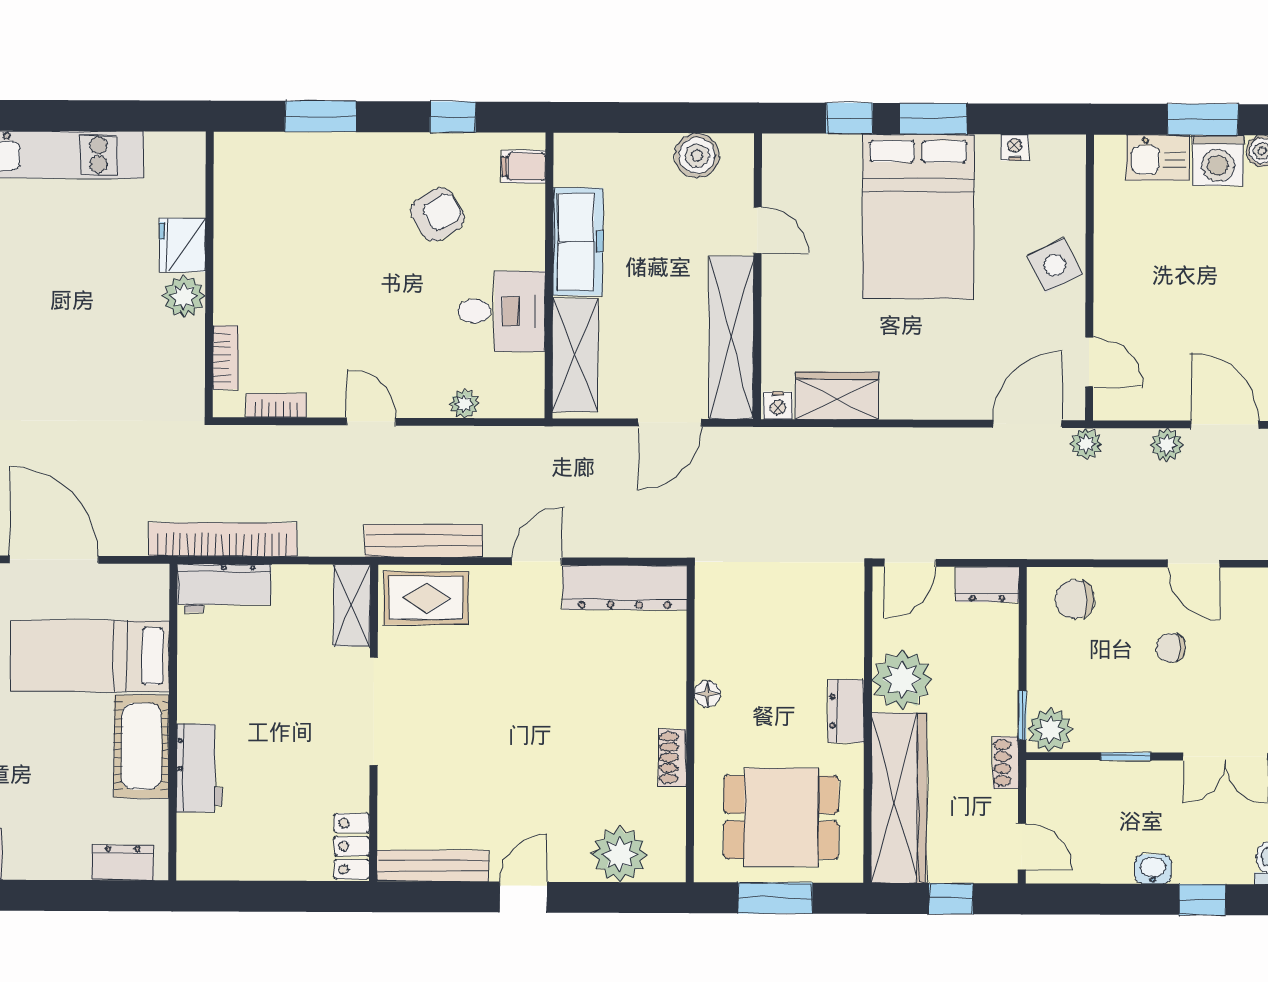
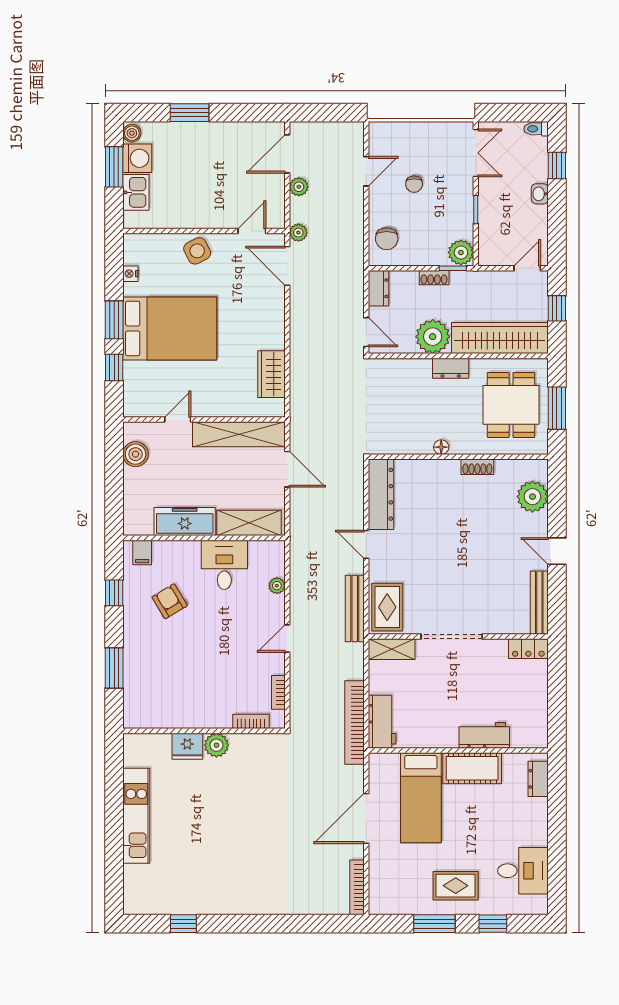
nightstand: (778, 405) -> (277, 408), removed
shoe rack: (1006, 763) -> (434, 278), moved

